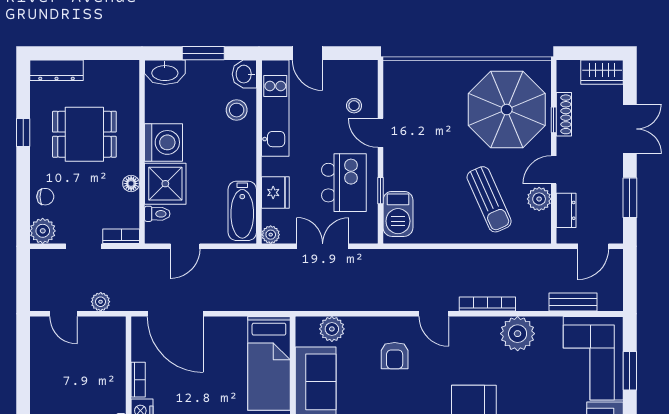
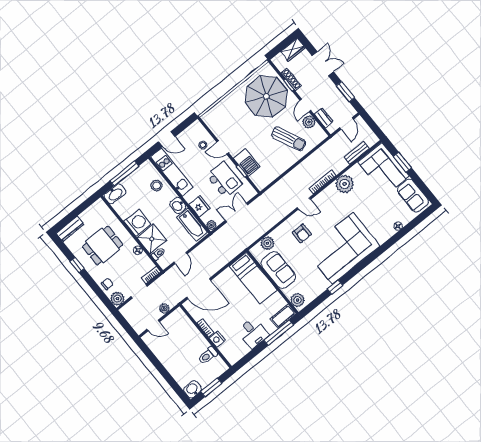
window: (203, 53) -> (124, 173), width x1.44
washbasin: (244, 74) -> (178, 205), moved
barbecue: (398, 214) -> (247, 163), moved

